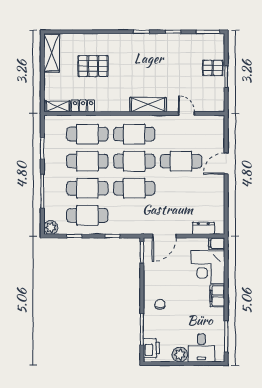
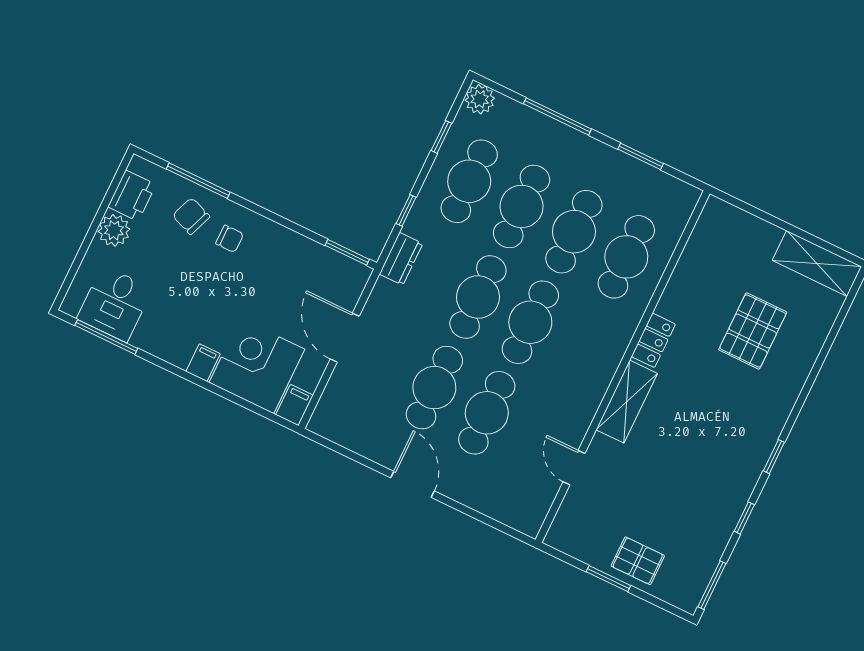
pallet: (213, 68) -> (638, 561), turned 90
shelving: (58, 106) -> (708, 225), removed
locker: (83, 106) -> (653, 340), moved
door: (186, 113) -> (574, 468), swing flipped
cafe table: (134, 134) -> (434, 388), moved
door: (226, 163) -> (413, 484), moved
dresser: (203, 228) -> (401, 259), moved
door: (164, 236) -> (345, 338), moved
filing cabinet: (217, 296) -> (203, 363), width x0.50
chair: (158, 325) -> (191, 216), added
printer: (151, 348) -> (132, 196), moved, turned -90
desk: (201, 348) -> (115, 304), moved, turned -90

